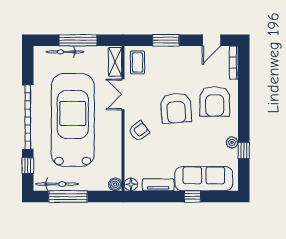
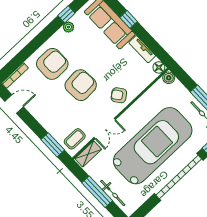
window: (166, 40) -> (53, 145), moved
car: (73, 120) -> (153, 146), turned 180

